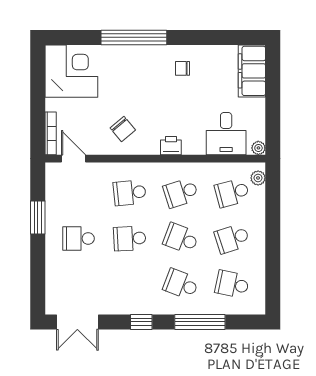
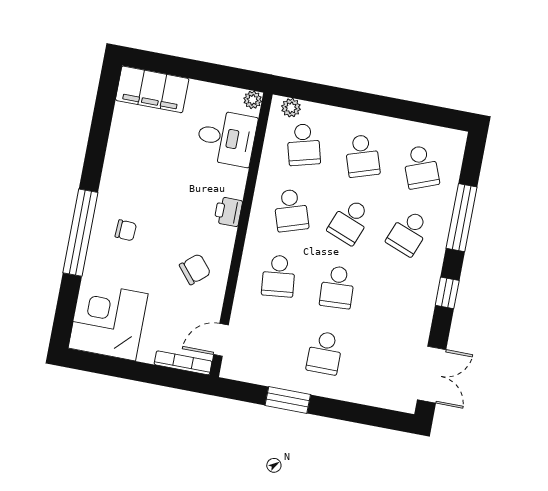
chair: (182, 68) -> (126, 230), moved, turned -87
school desk: (232, 284) -> (421, 167), turned -33

